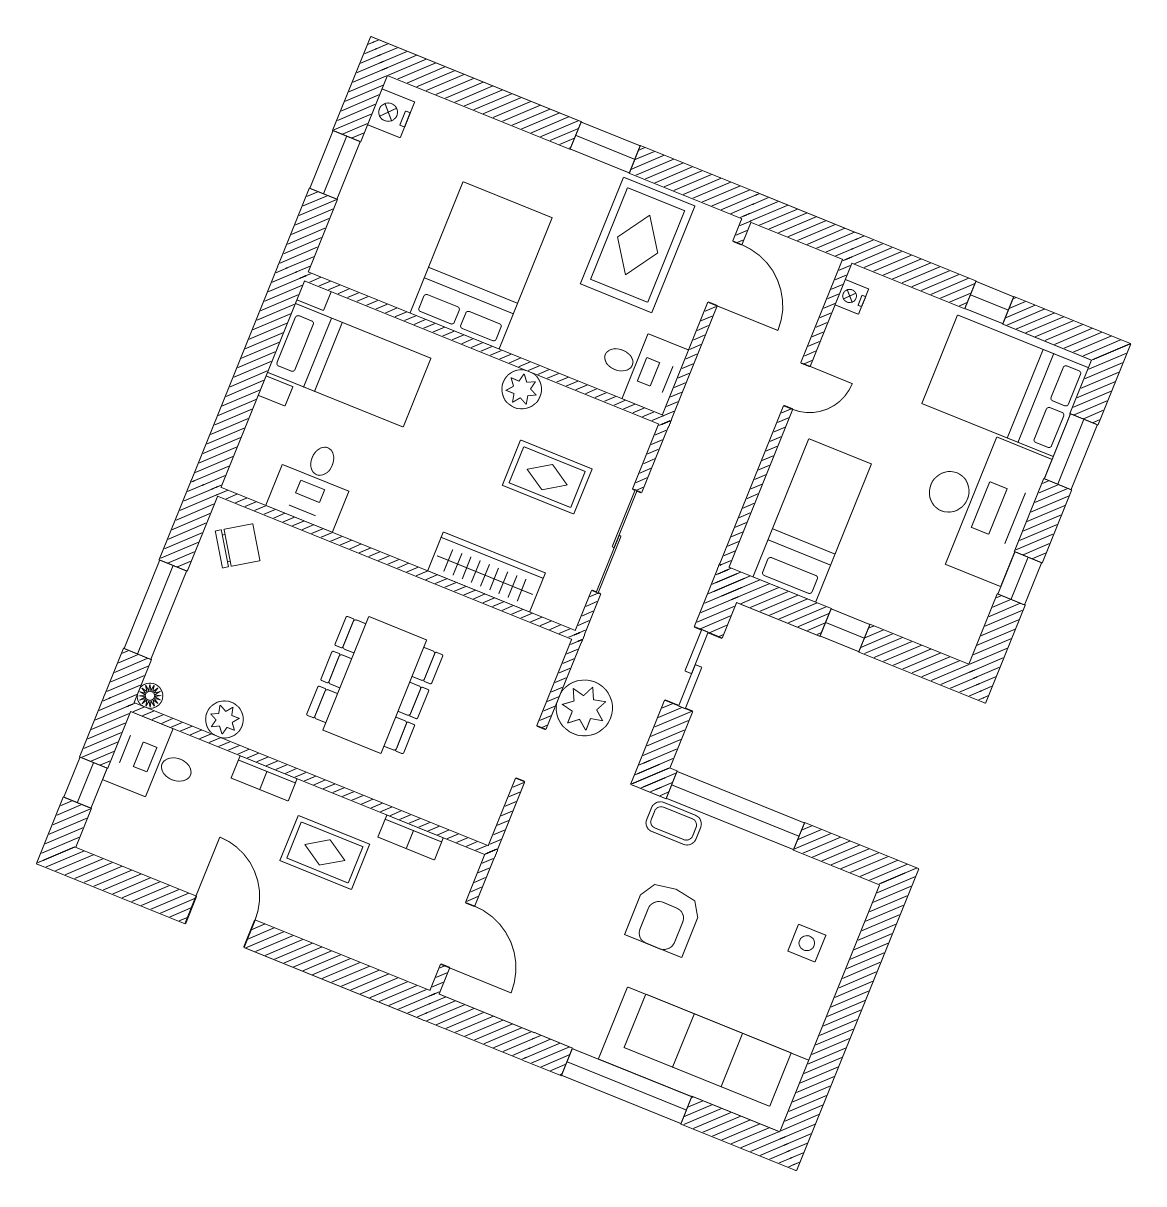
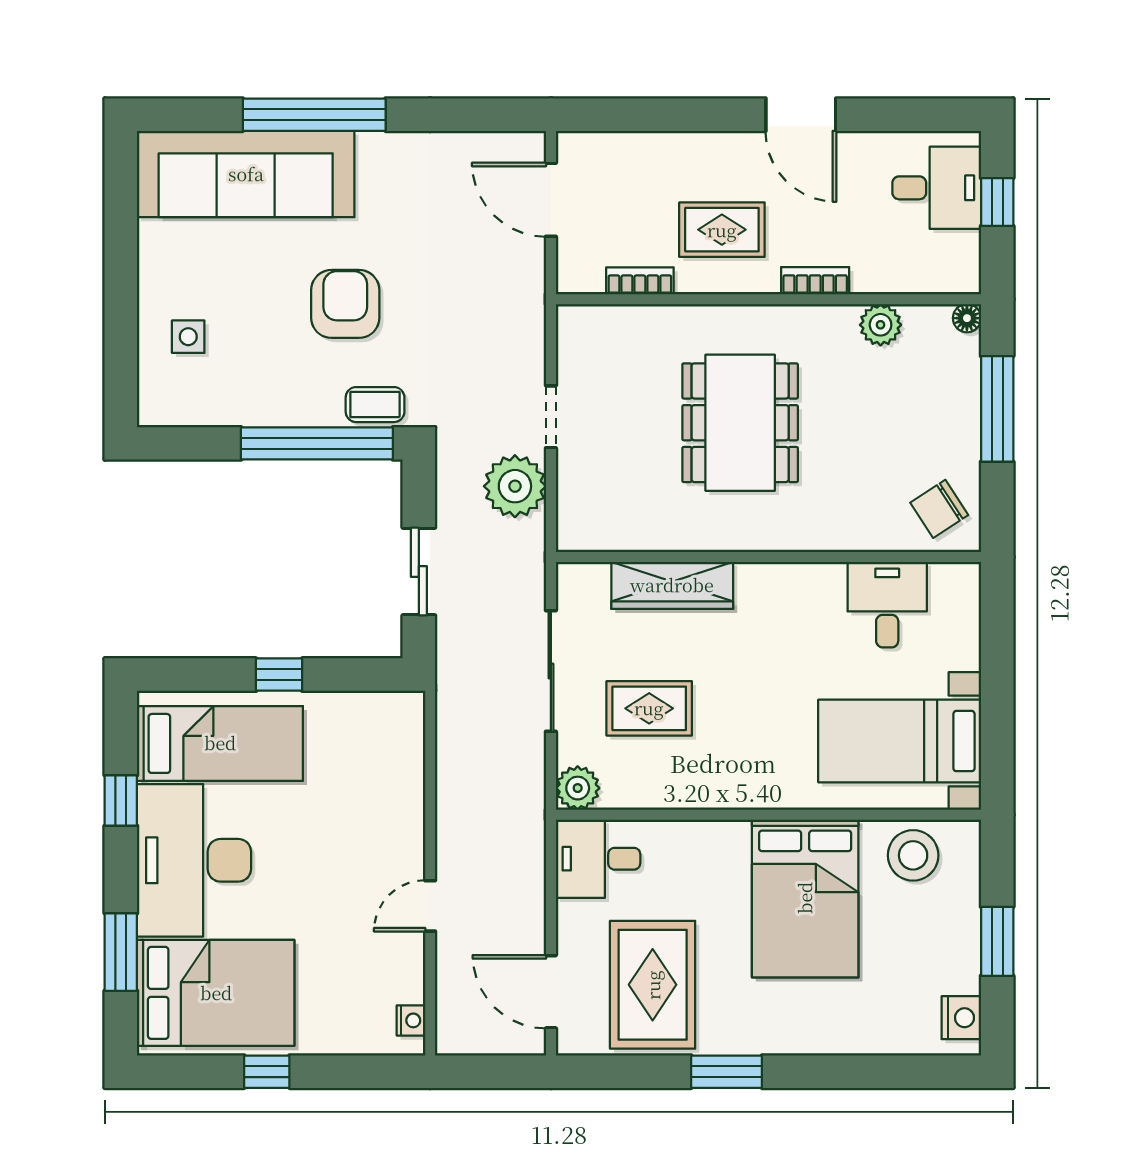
stool: (376, 265) -> (913, 855), added
plant: (522, 389) -> (578, 788), moved
bed: (812, 521) -> (220, 743), moved, turned -90
desk: (153, 760) -> (937, 188), moved

